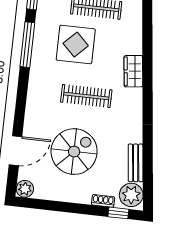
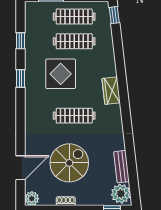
window: (27, 45) -> (20, 78), width x0.46
shoe rack: (103, 201) -> (66, 201), moved

